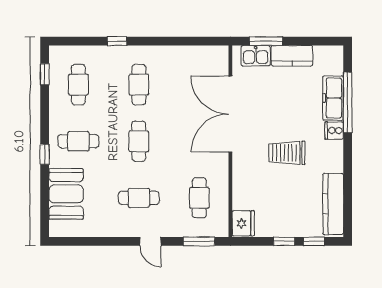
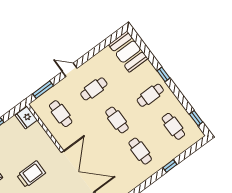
booth: (66, 194) -> (128, 52), moved

